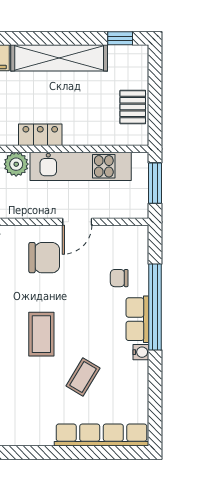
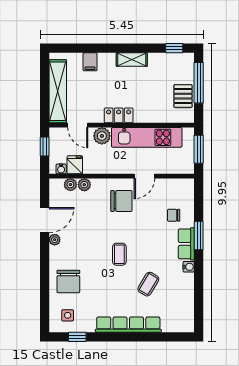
shelving: (59, 58) -> (132, 60), width x0.45, depth x0.75
window: (155, 88) -> (199, 83), added
window: (155, 307) -> (199, 235), width x0.47
coffee table: (41, 334) -> (119, 254), width x0.73, depth x0.77
row of seats: (101, 435) -> (128, 325), moved

